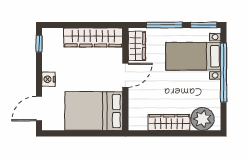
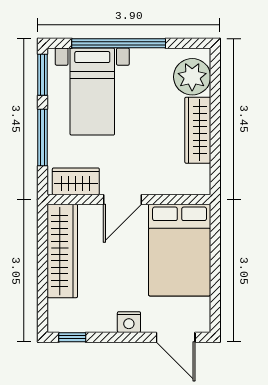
door: (125, 75) -> (122, 200), swing flipped

